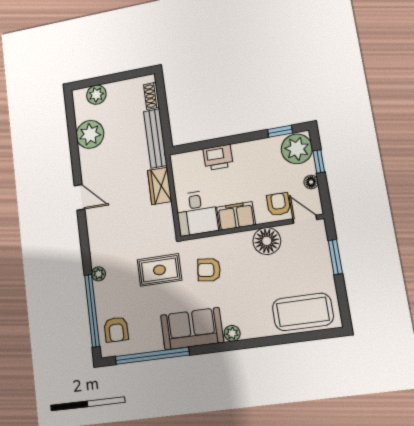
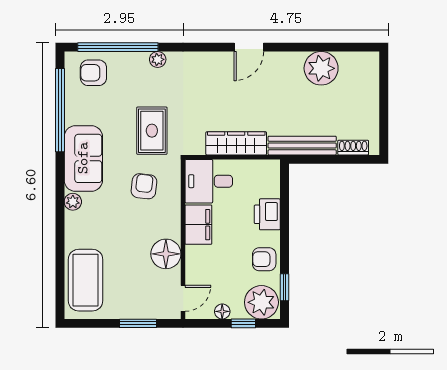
plant: (96, 95) -> (368, 82), removed
wardrobe: (160, 186) -> (236, 143), width x1.50
armchair: (279, 204) -> (264, 259), moved, turned 180

